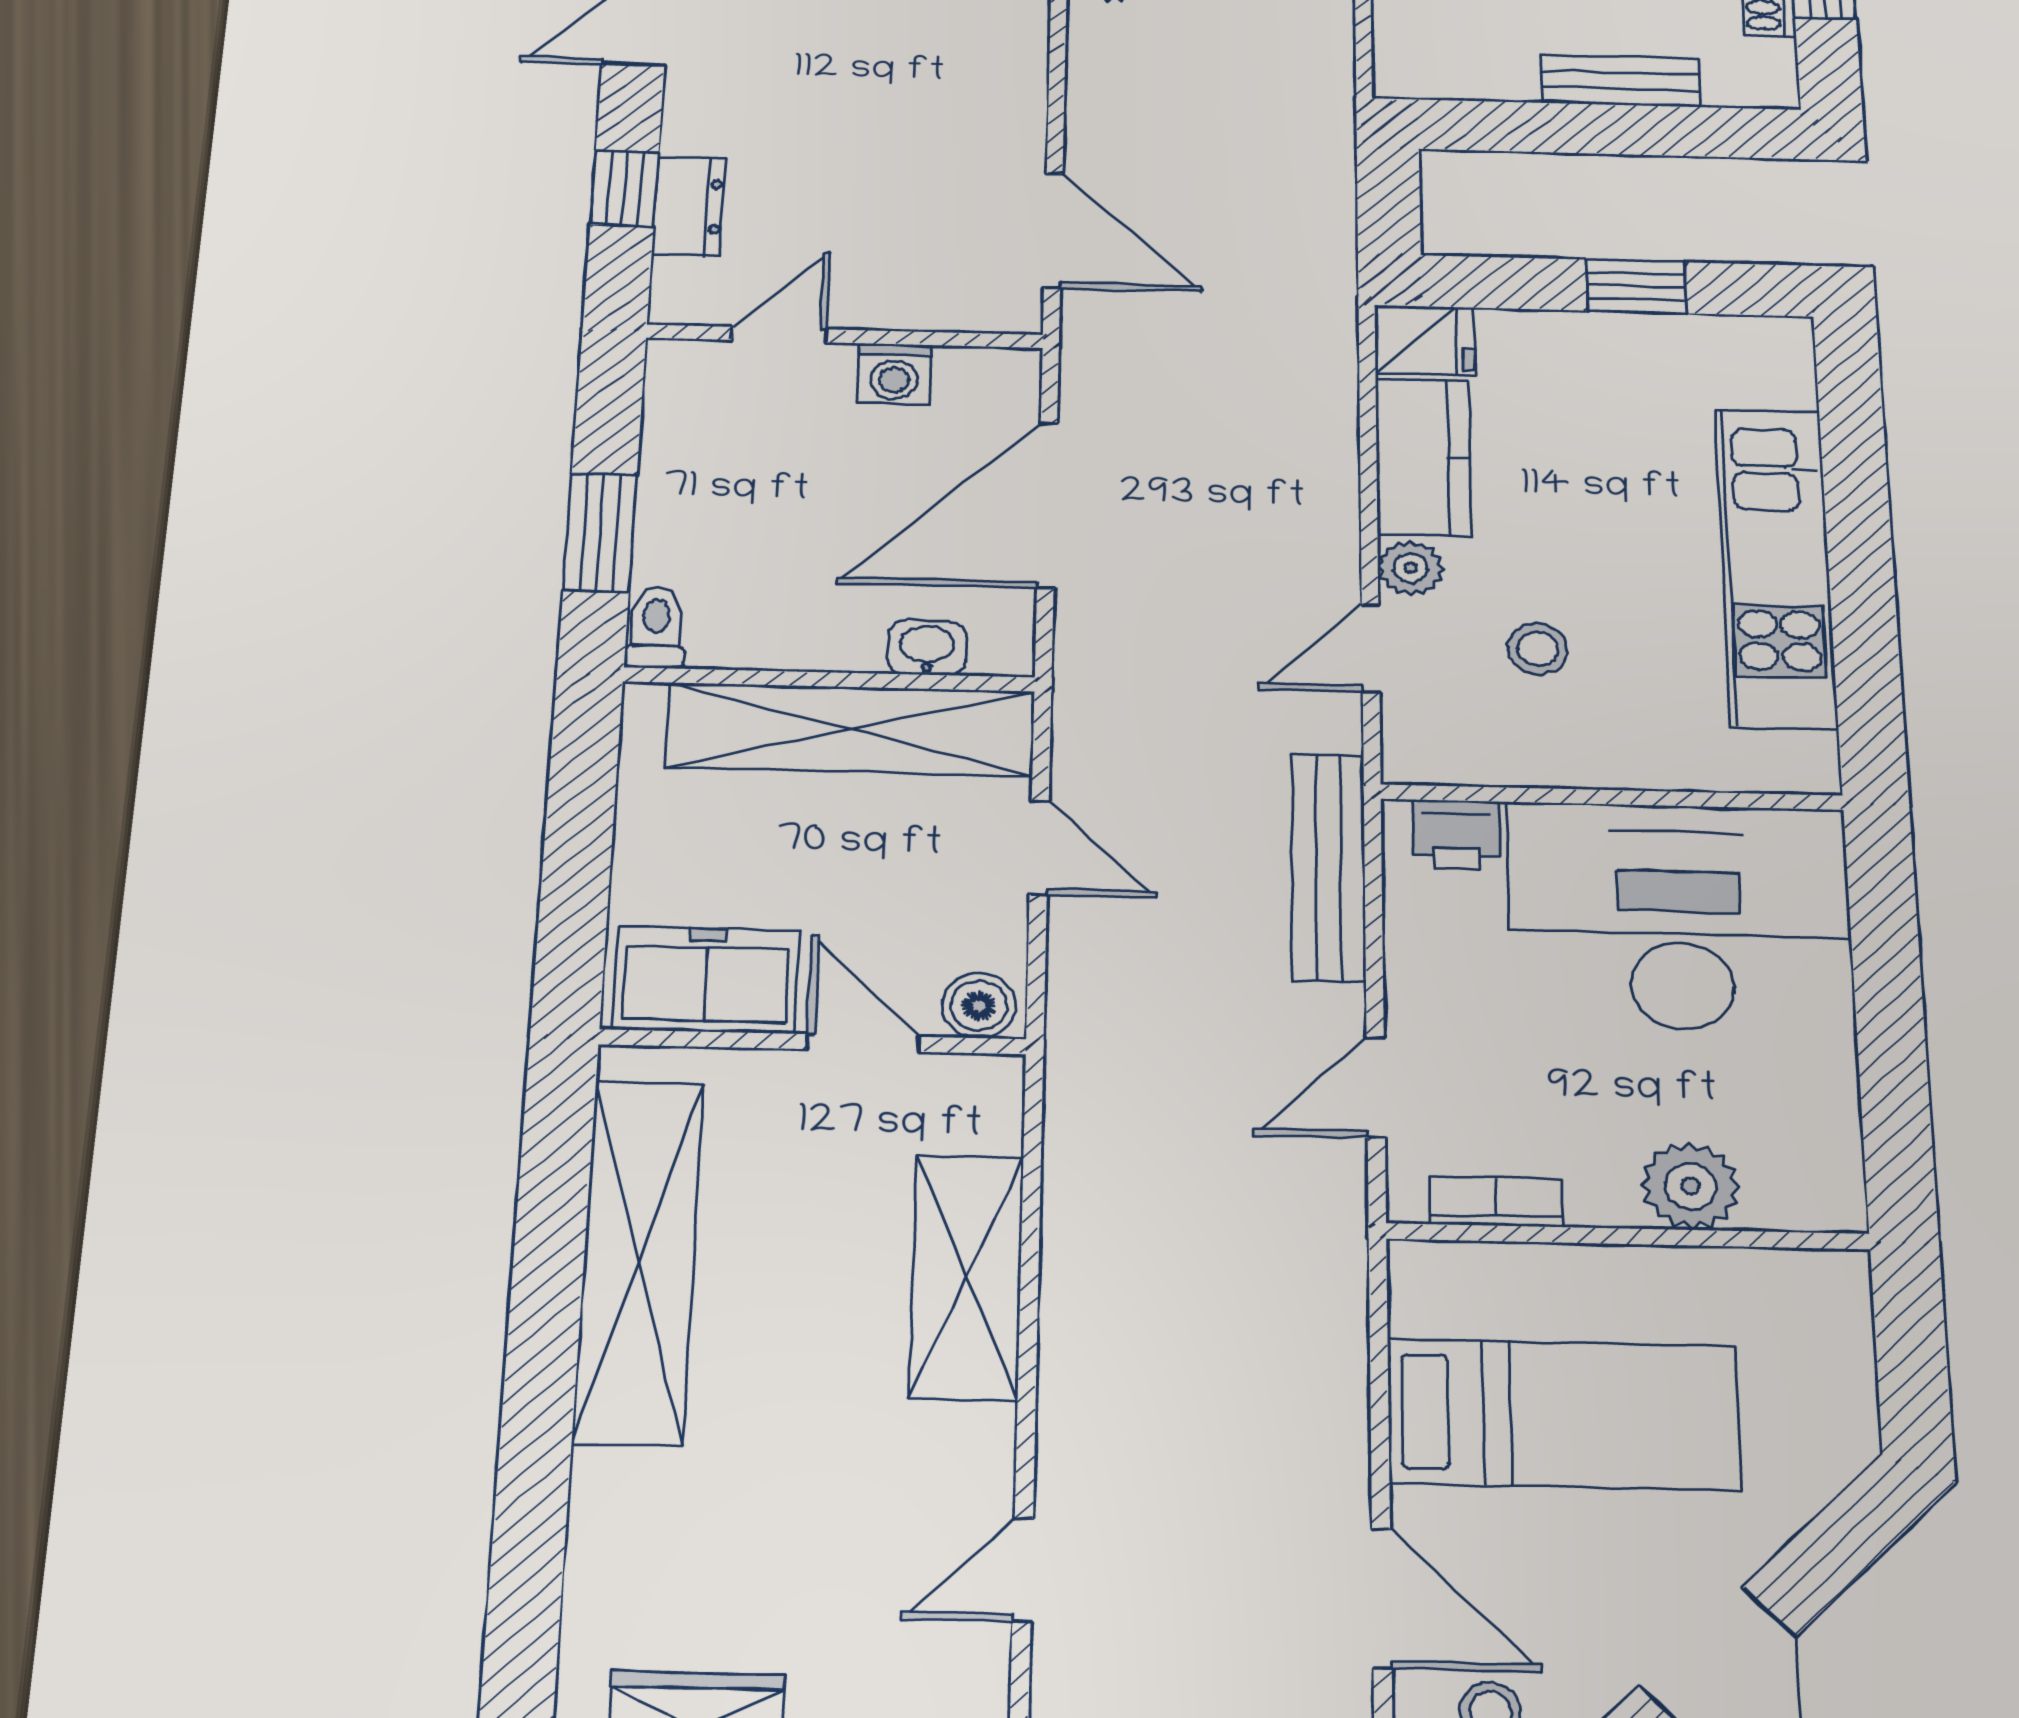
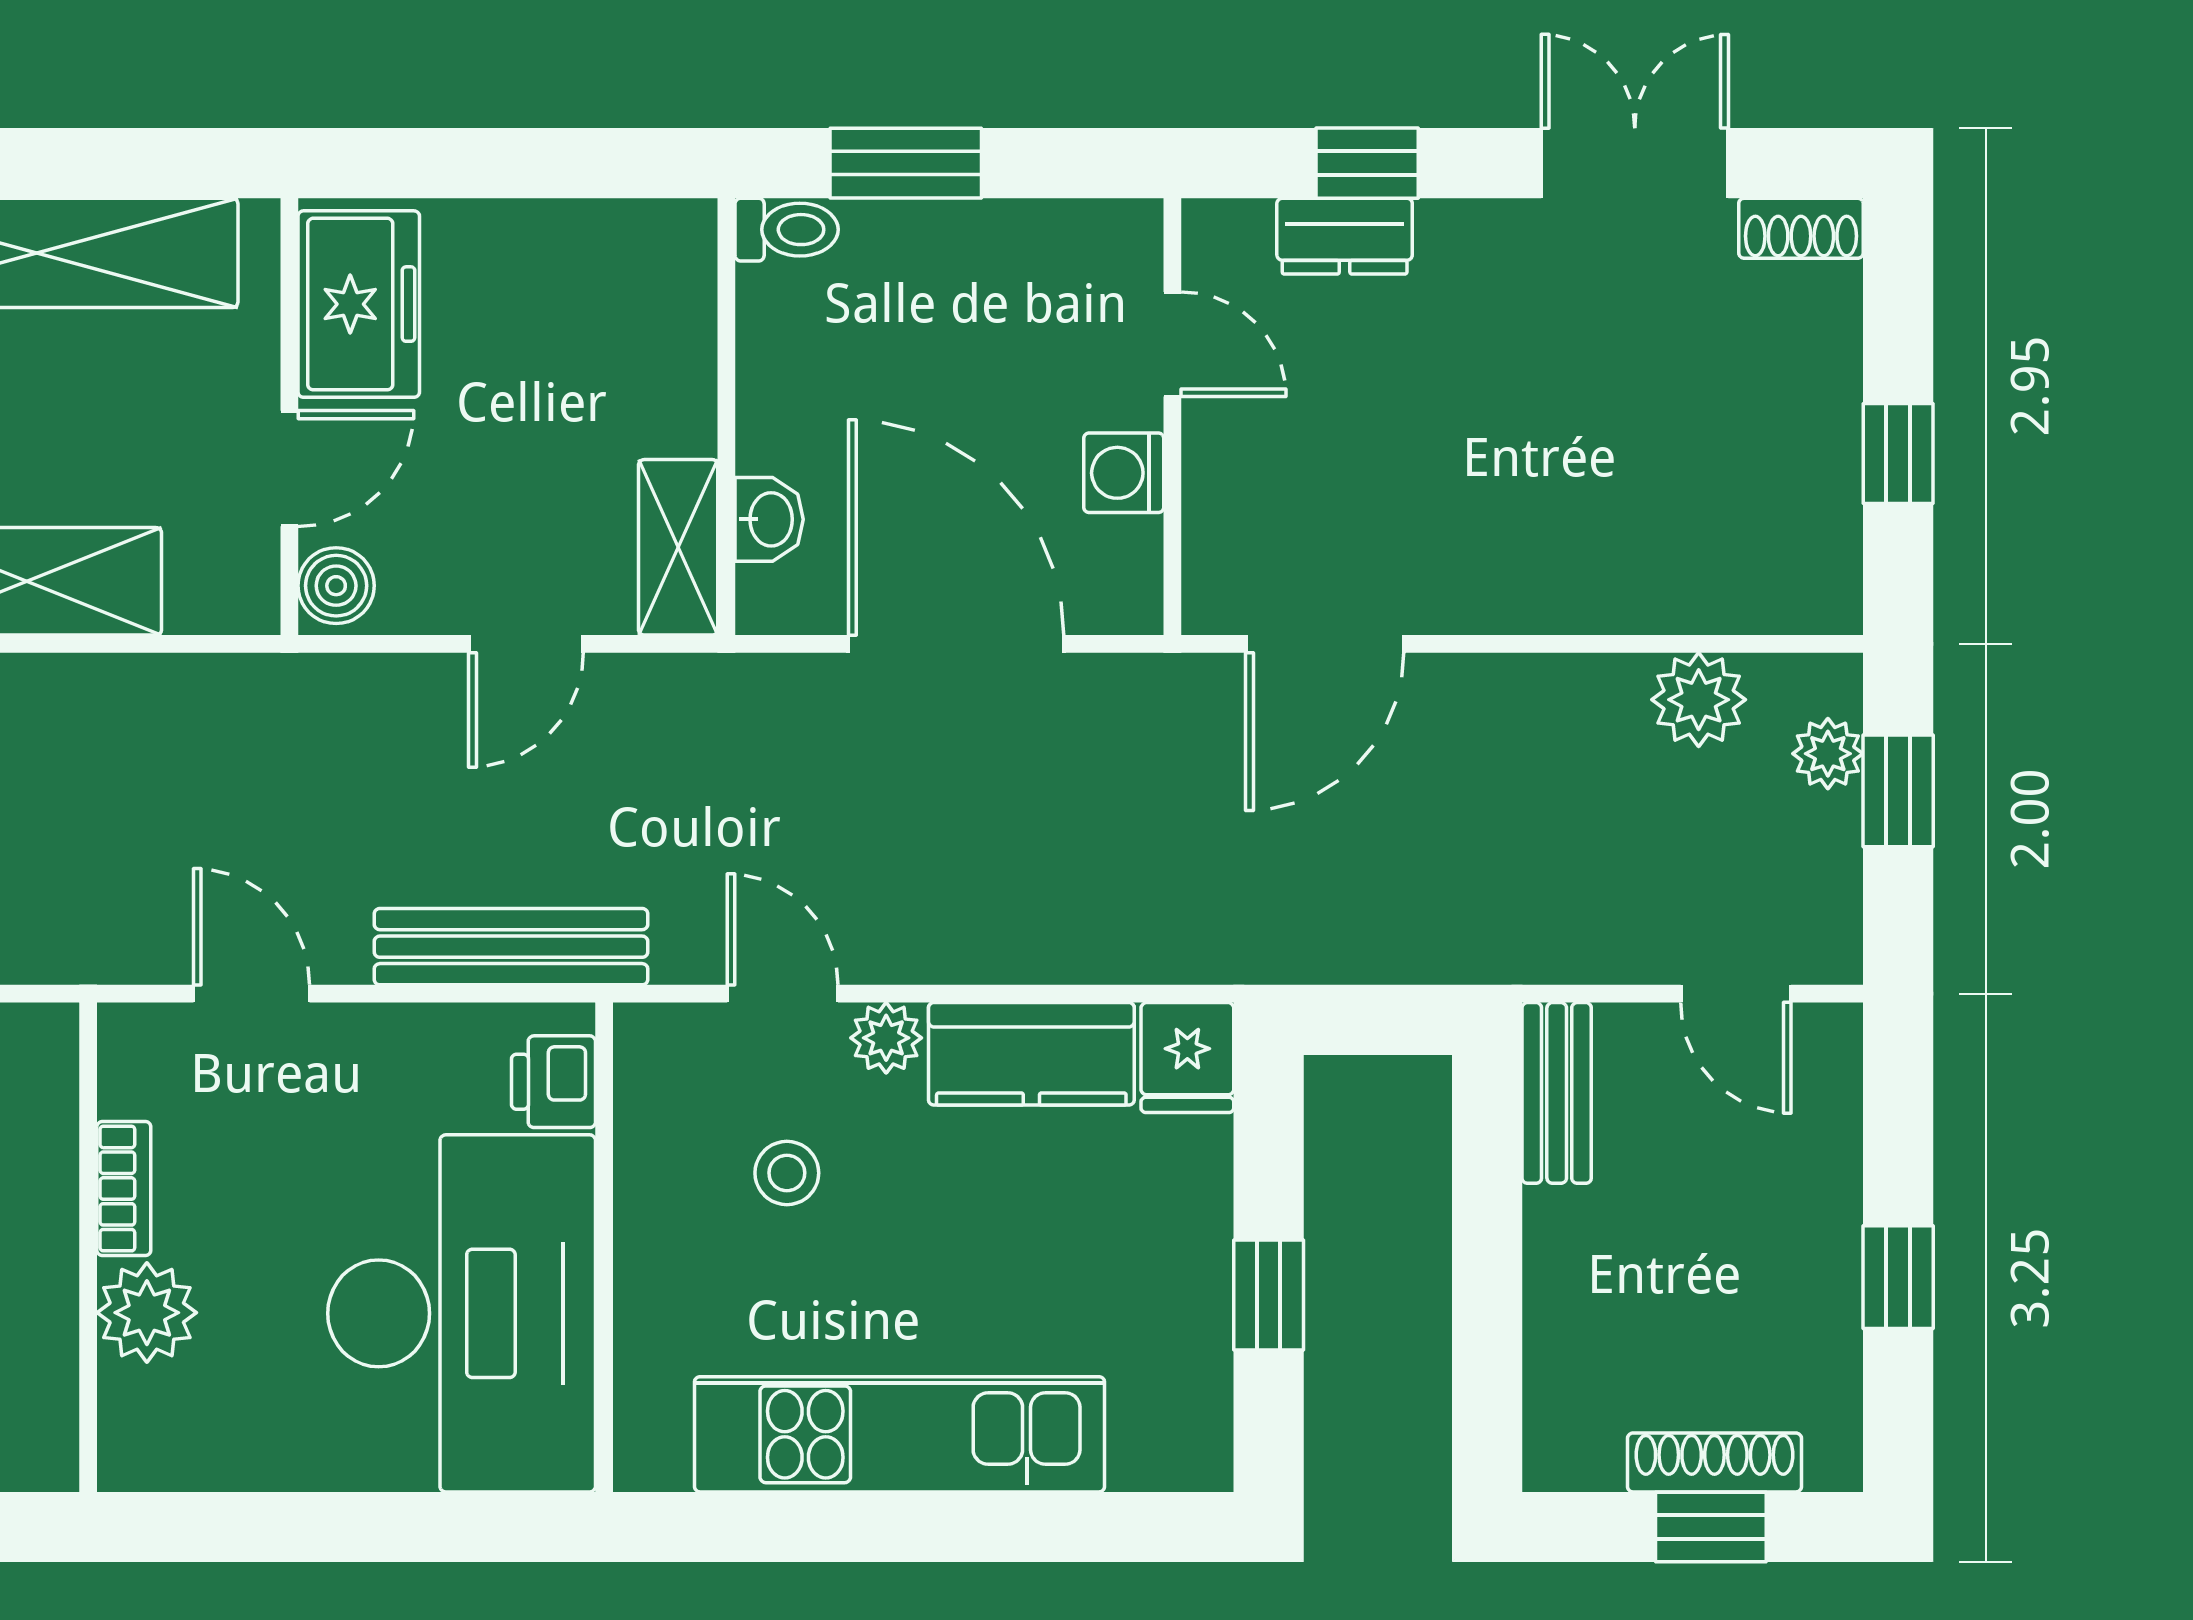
bench: (1620, 81) -> (1557, 1093), moved
shelving: (851, 729) -> (678, 547), width x0.45, depth x0.75
bookcase: (1496, 1202) -> (124, 1189), moved

